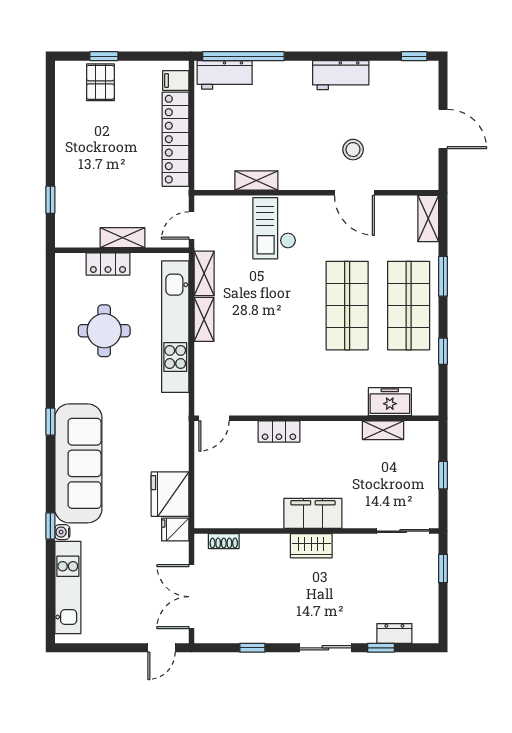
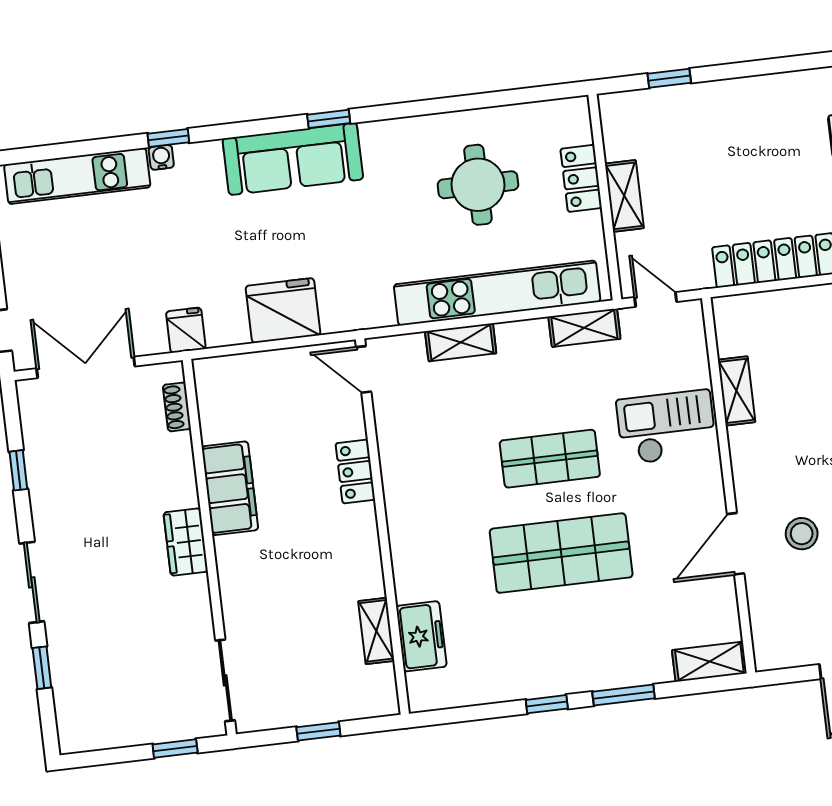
shop shelf: (409, 306) -> (550, 459), moved, width x0.70, depth x0.74
shelving: (204, 319) -> (461, 342), moved
window: (443, 351) -> (547, 704), moved
sofa: (78, 463) -> (293, 159), width x0.74, depth x0.79
fridge: (170, 494) -> (283, 311), moved
filing cabinet: (313, 513) -> (230, 488), moved
dresser: (394, 633) -> (66, 686), removed

